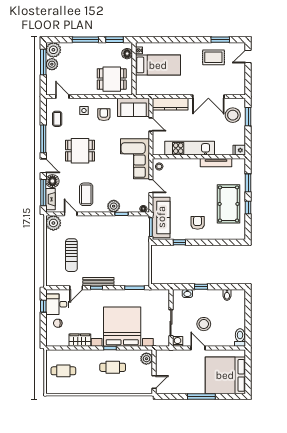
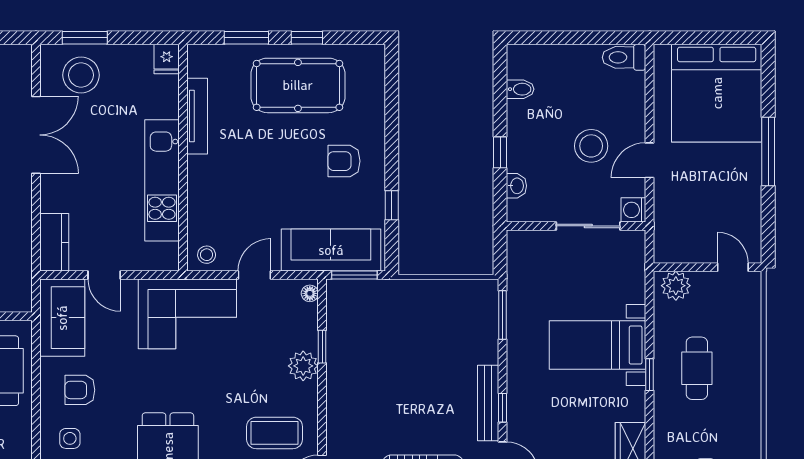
kitchen counter: (170, 104) -> (54, 242), width x0.67
door: (151, 125) -> (104, 275), swing flipped
bed with nightstands: (122, 327) -> (598, 345), width x0.54

